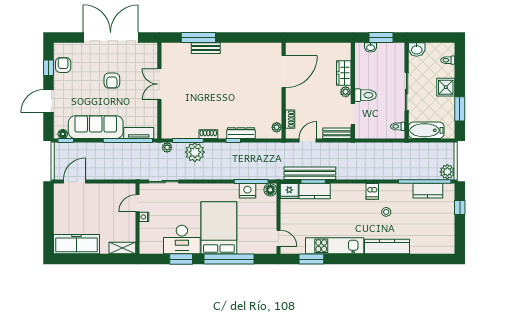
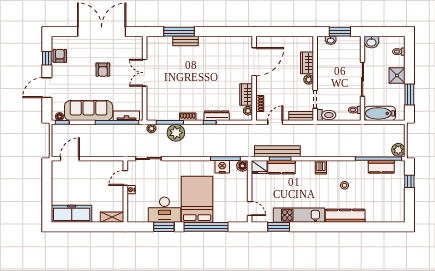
toilet: (365, 95) -> (326, 115), moved
wardrobe: (275, 109) -> (246, 95), added
dishwasher: (372, 191) -> (321, 167), moved

